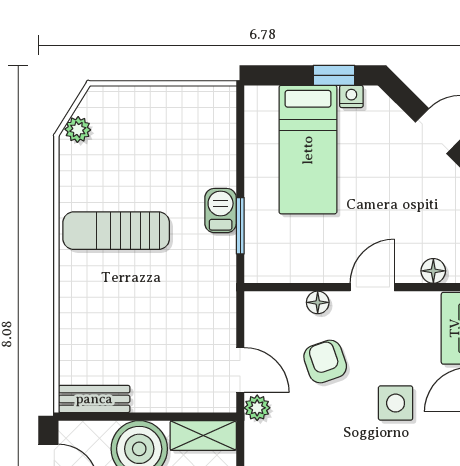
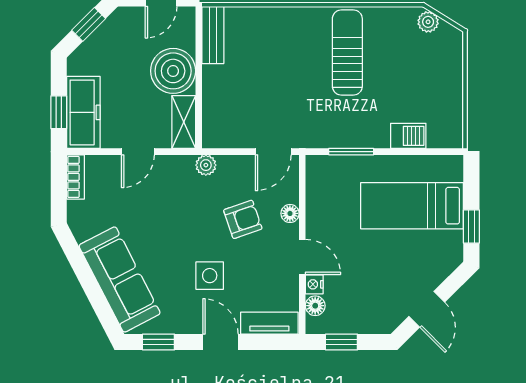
nightstand: (351, 96) -> (314, 284), moved, turned 180
barbecue: (221, 211) -> (408, 136), moved
door: (240, 370) -> (273, 152), moved

